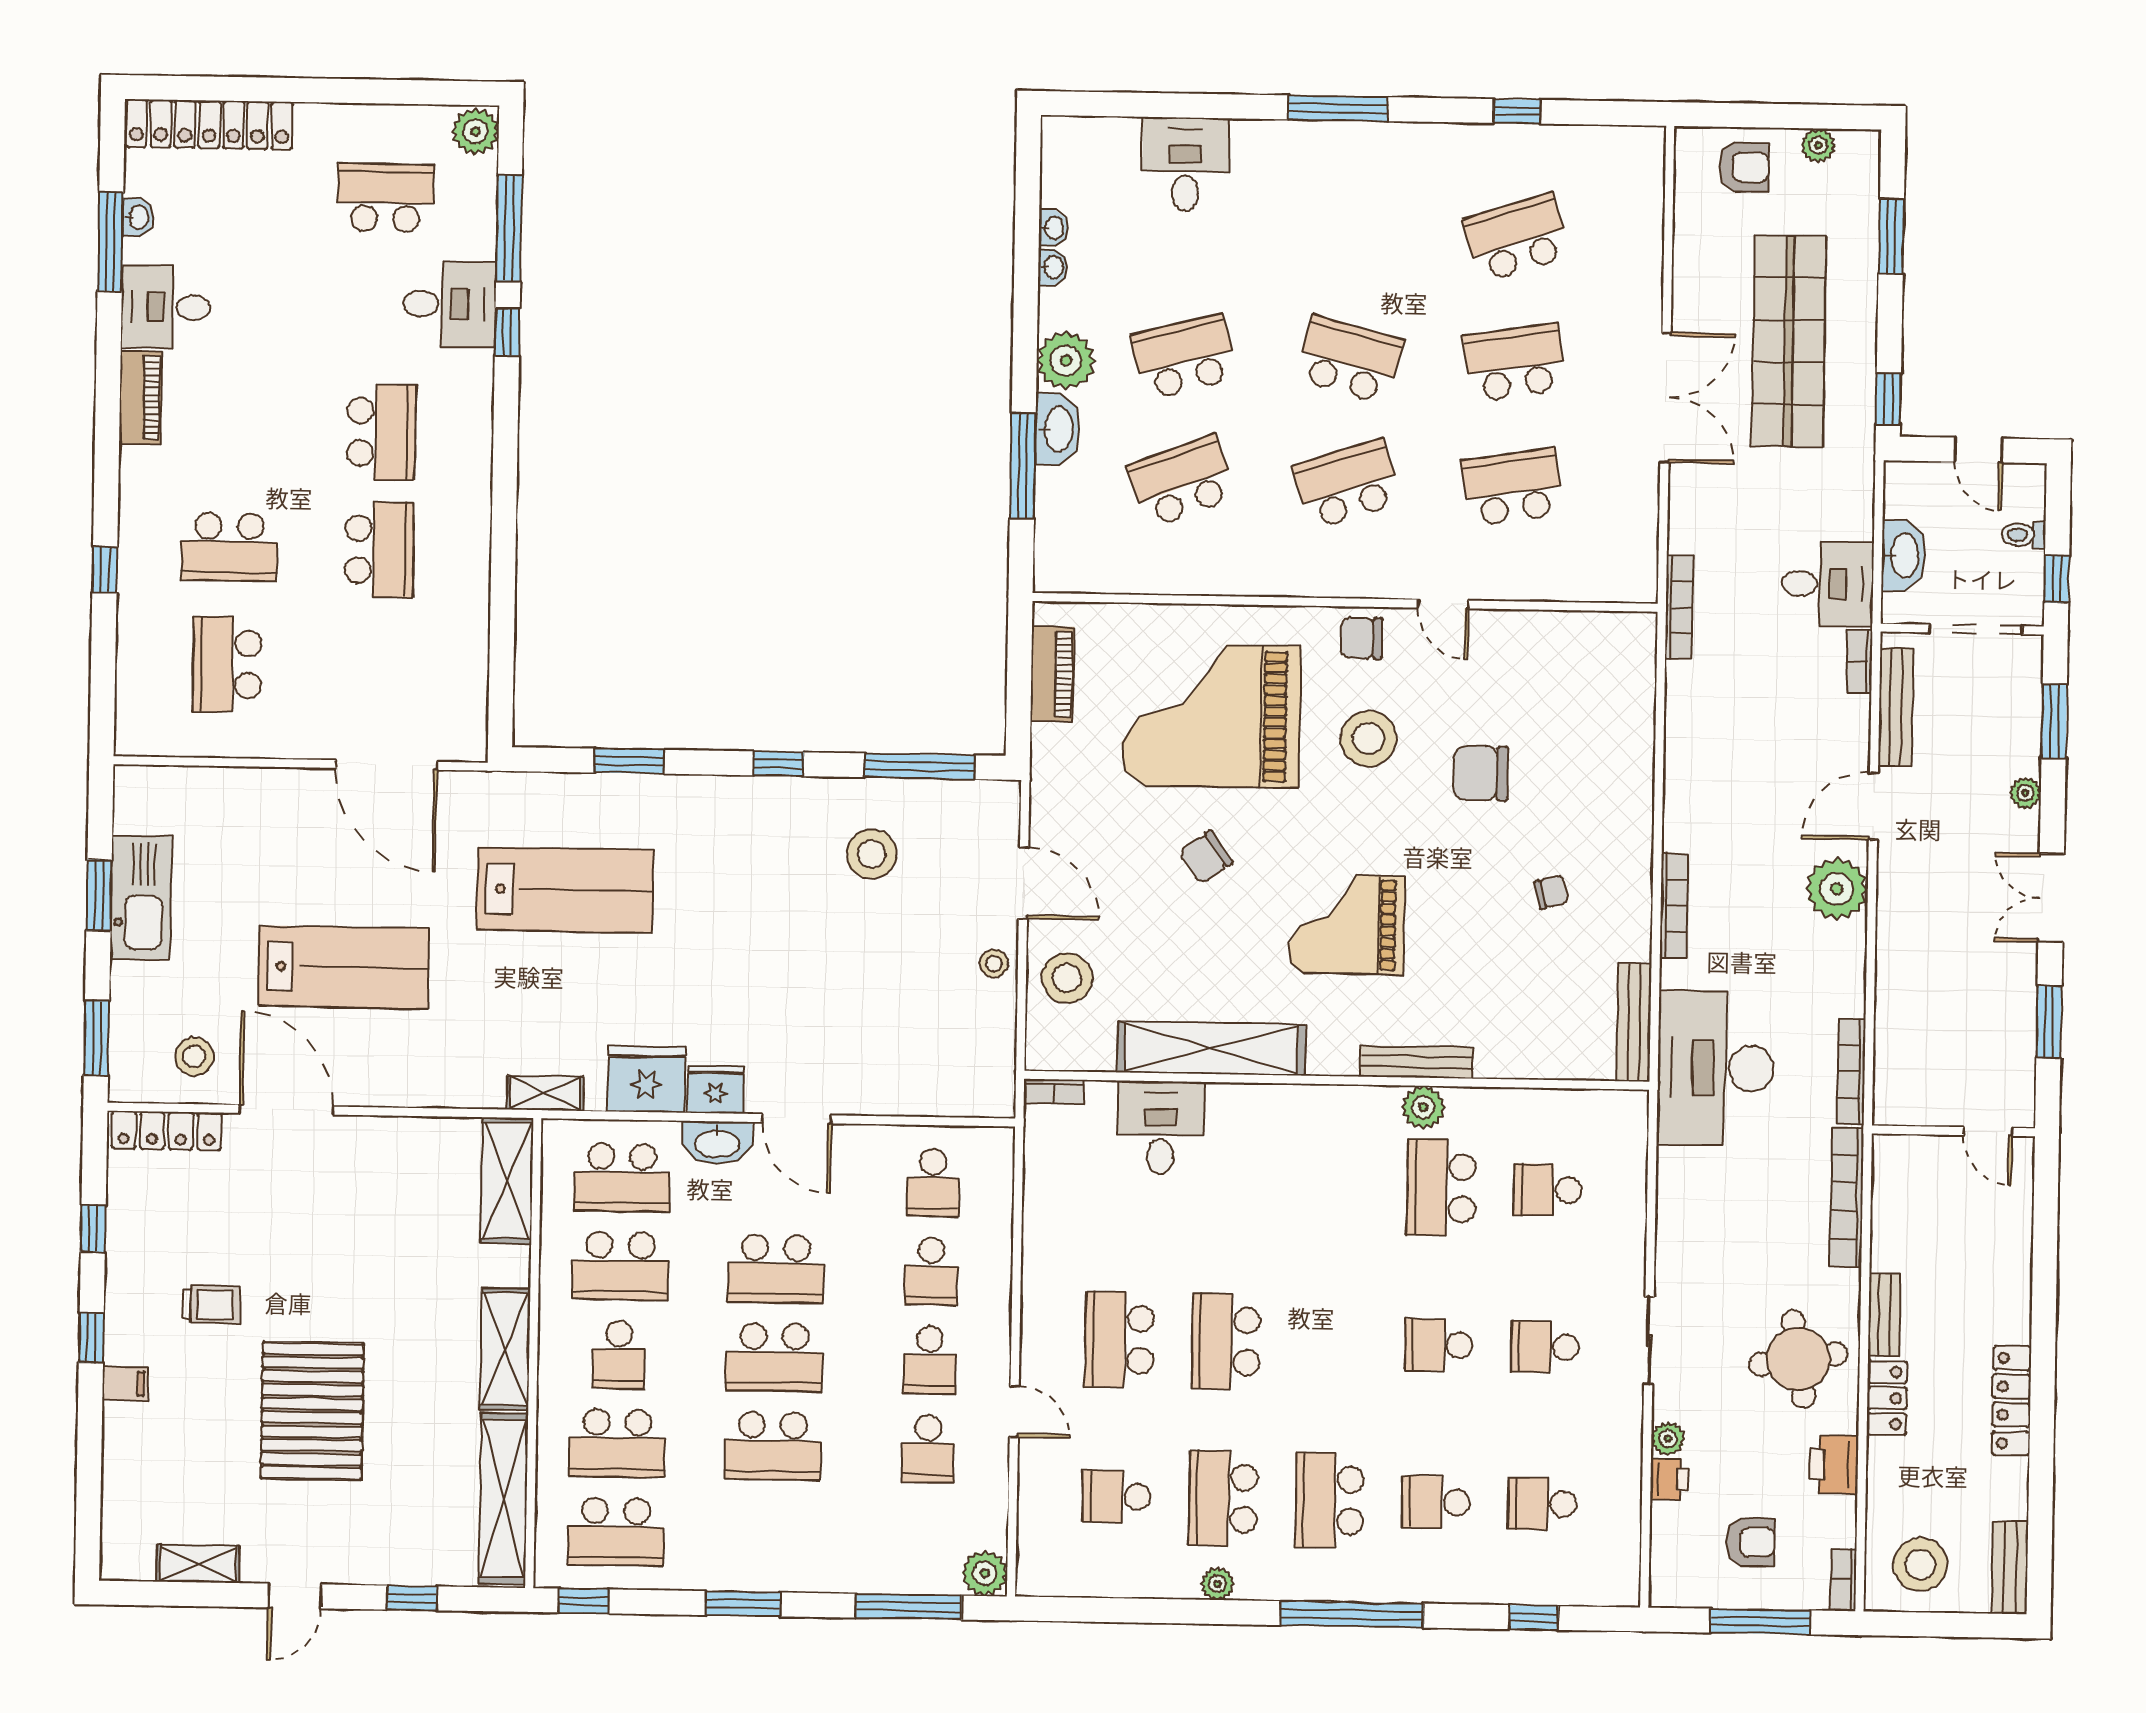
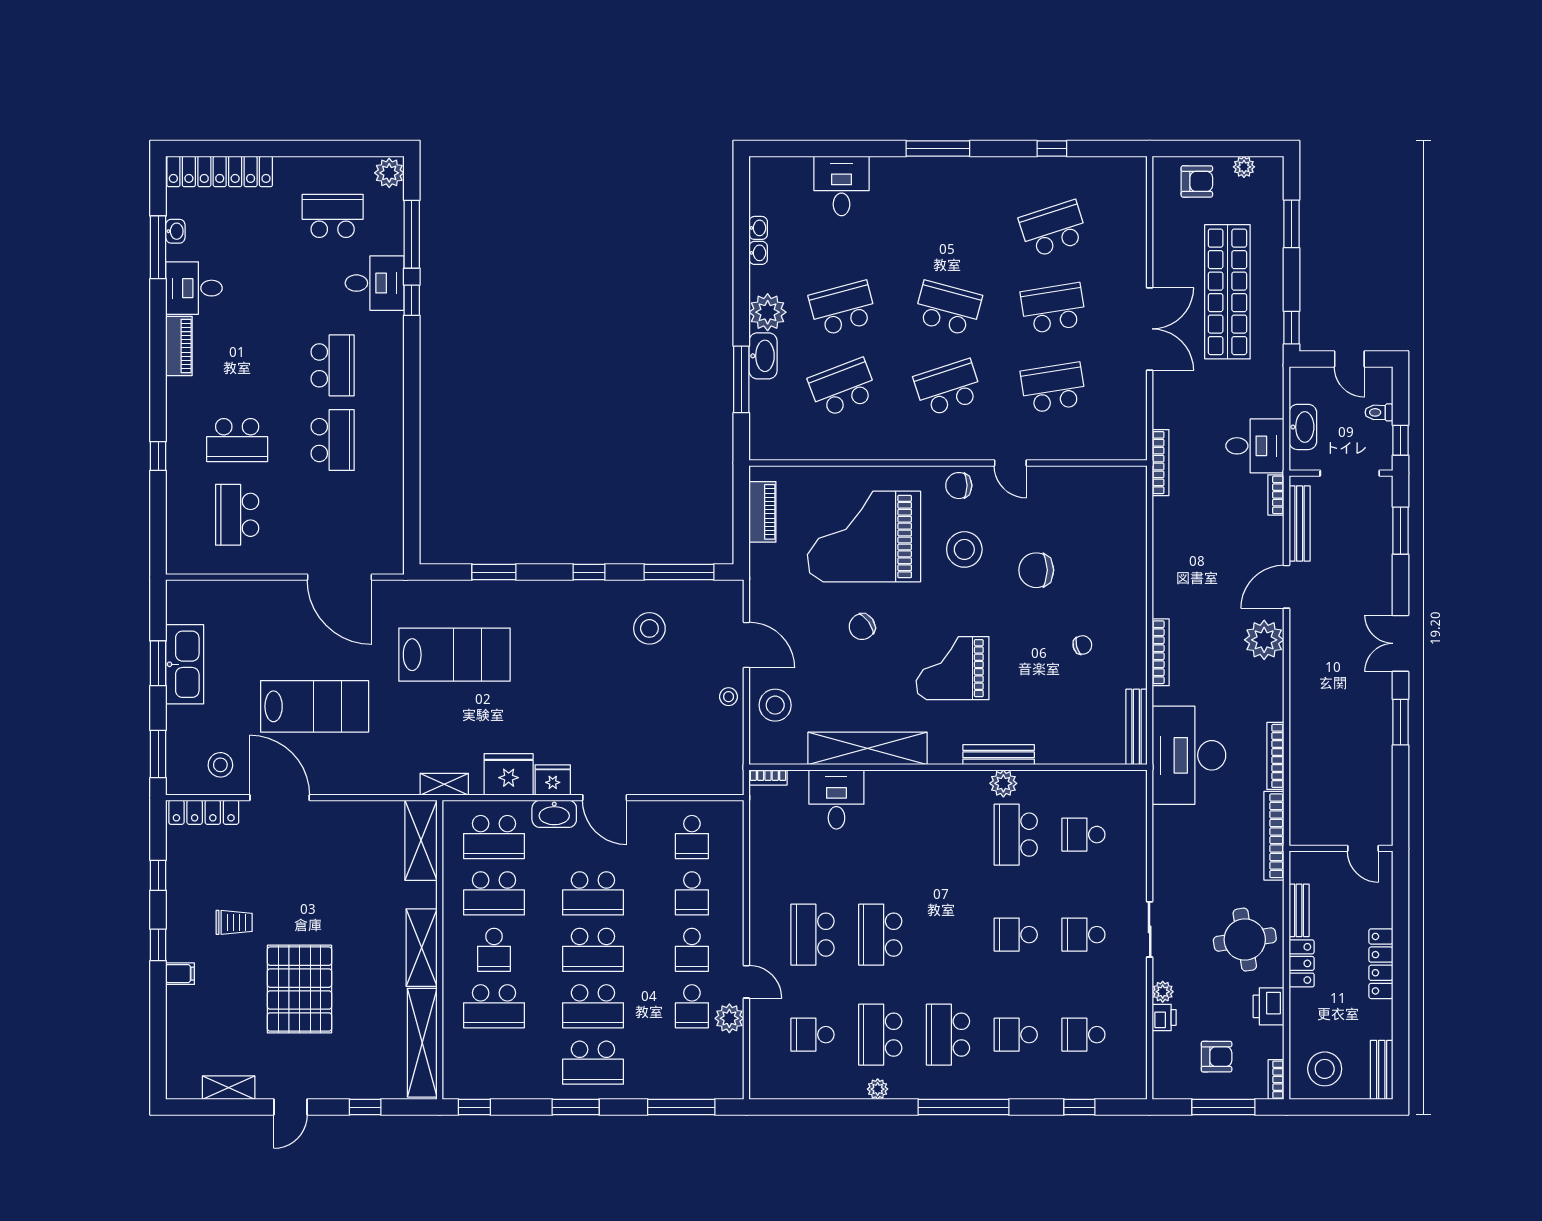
plant: (2025, 793) -> (1383, 577), removed
wall: (1953, 1131) -> (1341, 848), moved
door: (1988, 1131) -> (1363, 848), moved
school desk: (616, 1532) -> (593, 1063), moved
plant: (985, 1573) -> (729, 1018), moved

